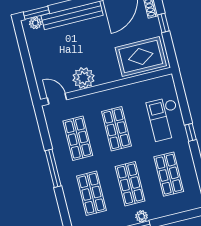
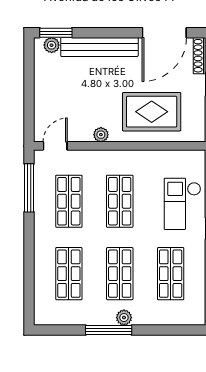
rug: (141, 57) -> (152, 112), moved
plant: (84, 78) -> (101, 135), width x0.53, depth x0.53
door: (57, 99) -> (55, 146), hinge flipped
window: (53, 168) -> (29, 188), moved

